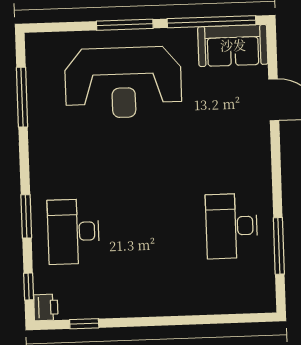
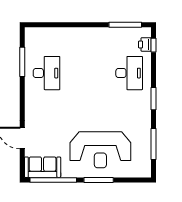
reception desk: (123, 82) -> (100, 150), turned 180
window: (26, 216) -> (153, 99), moved
printer: (46, 307) -> (145, 44), moved
window: (84, 324) -> (125, 25), width x2.17

